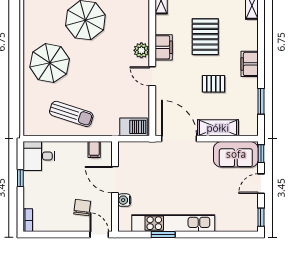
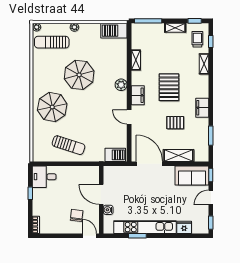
plant: (141, 50) -> (121, 85), moved
filing cabinet: (94, 150) -> (86, 172), removed
fridge: (225, 223) -> (184, 227), added

